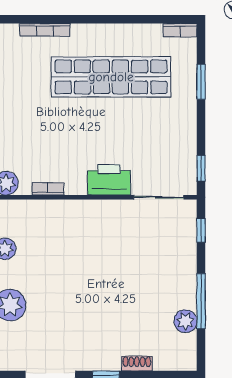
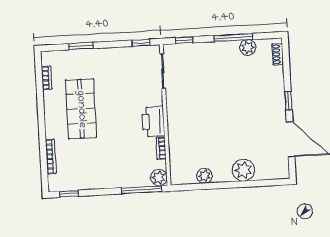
bookcase: (180, 30) -> (47, 78), moved
shop shelf: (111, 77) -> (81, 109), width x0.71
printer: (109, 180) -> (153, 122), moved
shoe rack: (137, 364) -> (278, 54), moved

